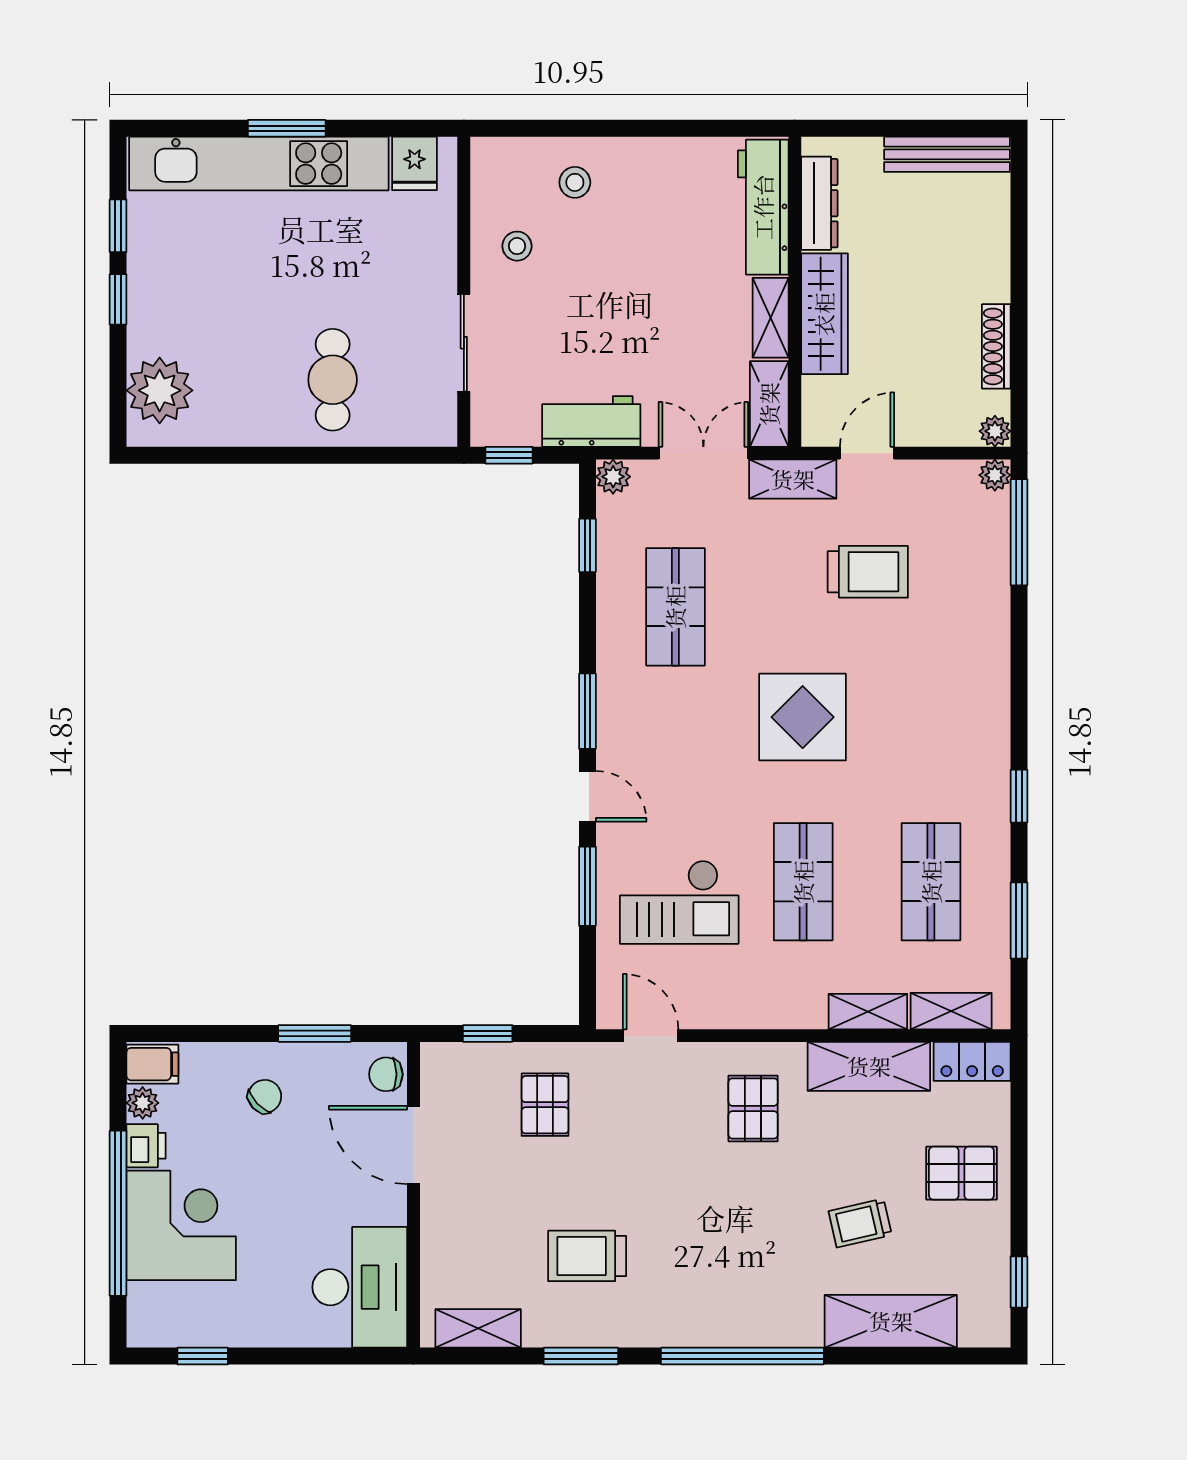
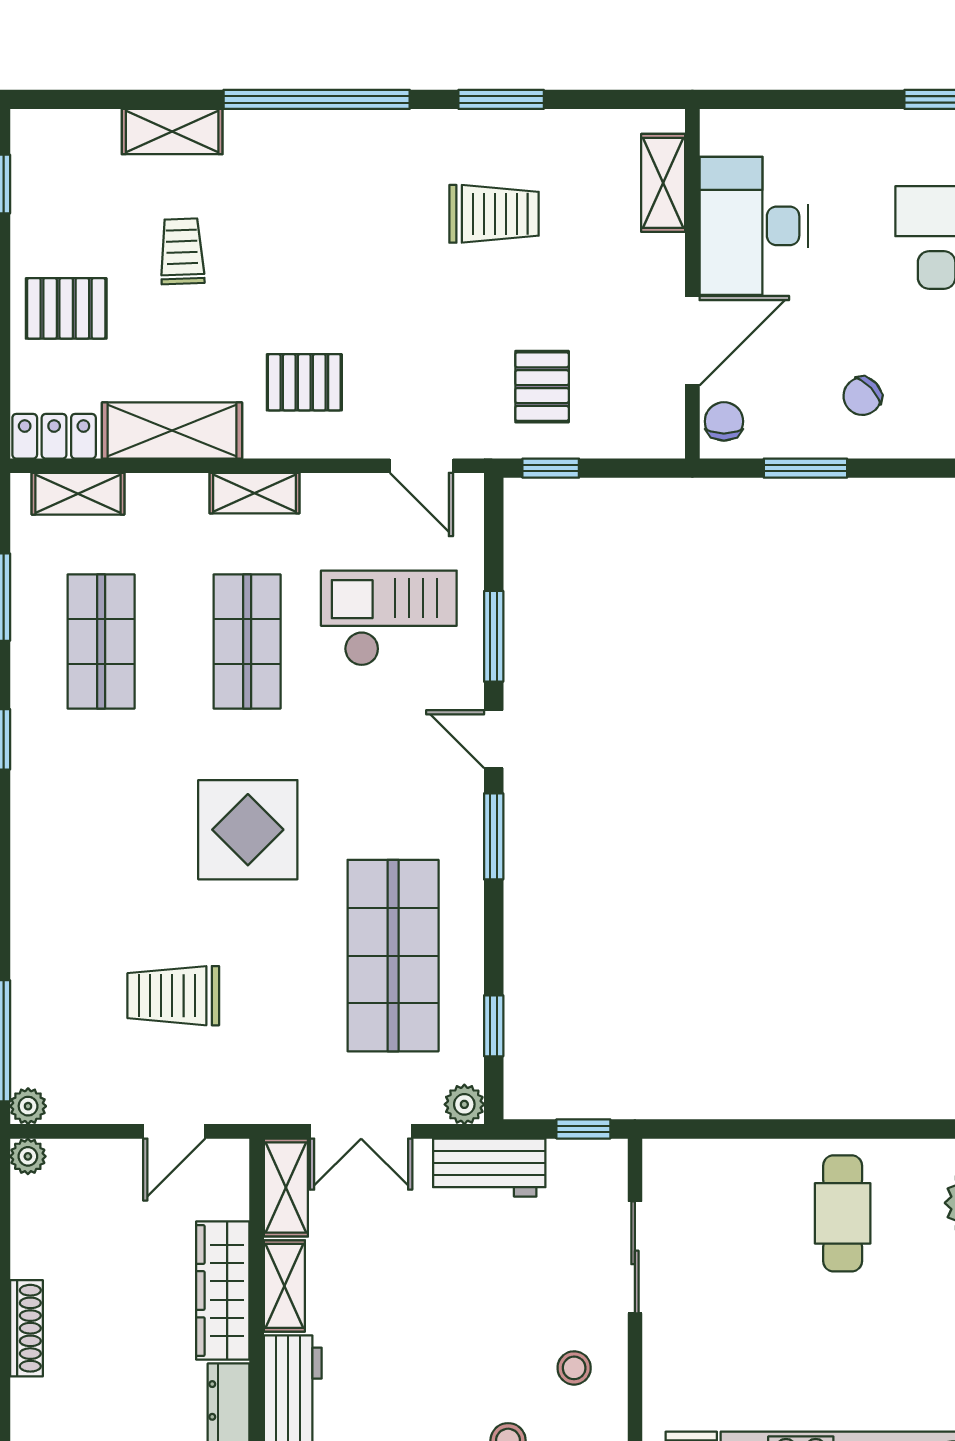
shoe rack: (996, 346) -> (26, 1328), moved
cafe table: (333, 380) -> (843, 1213), moved
shelving: (793, 479) -> (259, 1102), removed
shop shelf: (675, 607) -> (393, 956), width x1.43, depth x1.36
shelving: (868, 1012) -> (254, 493), moved
window: (488, 1033) -> (551, 468), moved
chair: (386, 1074) -> (724, 421), turned -90
pallet: (753, 1108) -> (304, 382), turned 90
door: (413, 1145) -> (692, 341), hinge flipped
trolley: (860, 1223) -> (182, 251), turned -79
desk: (360, 1287) -> (754, 226), moved
shelving: (891, 1321) -> (172, 132), width x0.67, depth x0.75
shelving: (478, 1328) -> (663, 183), moved, turned 90

